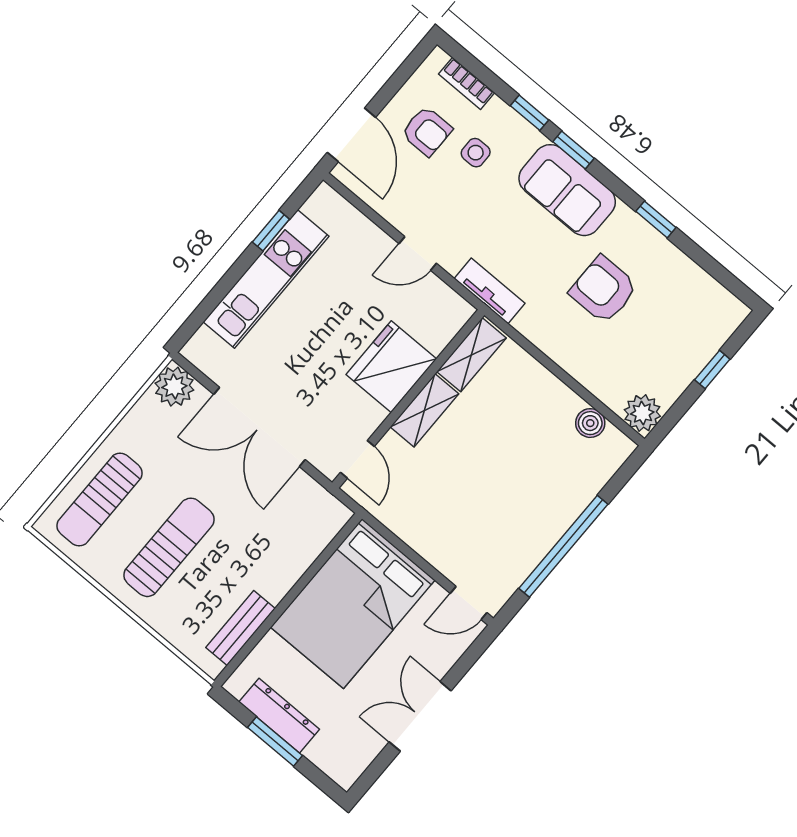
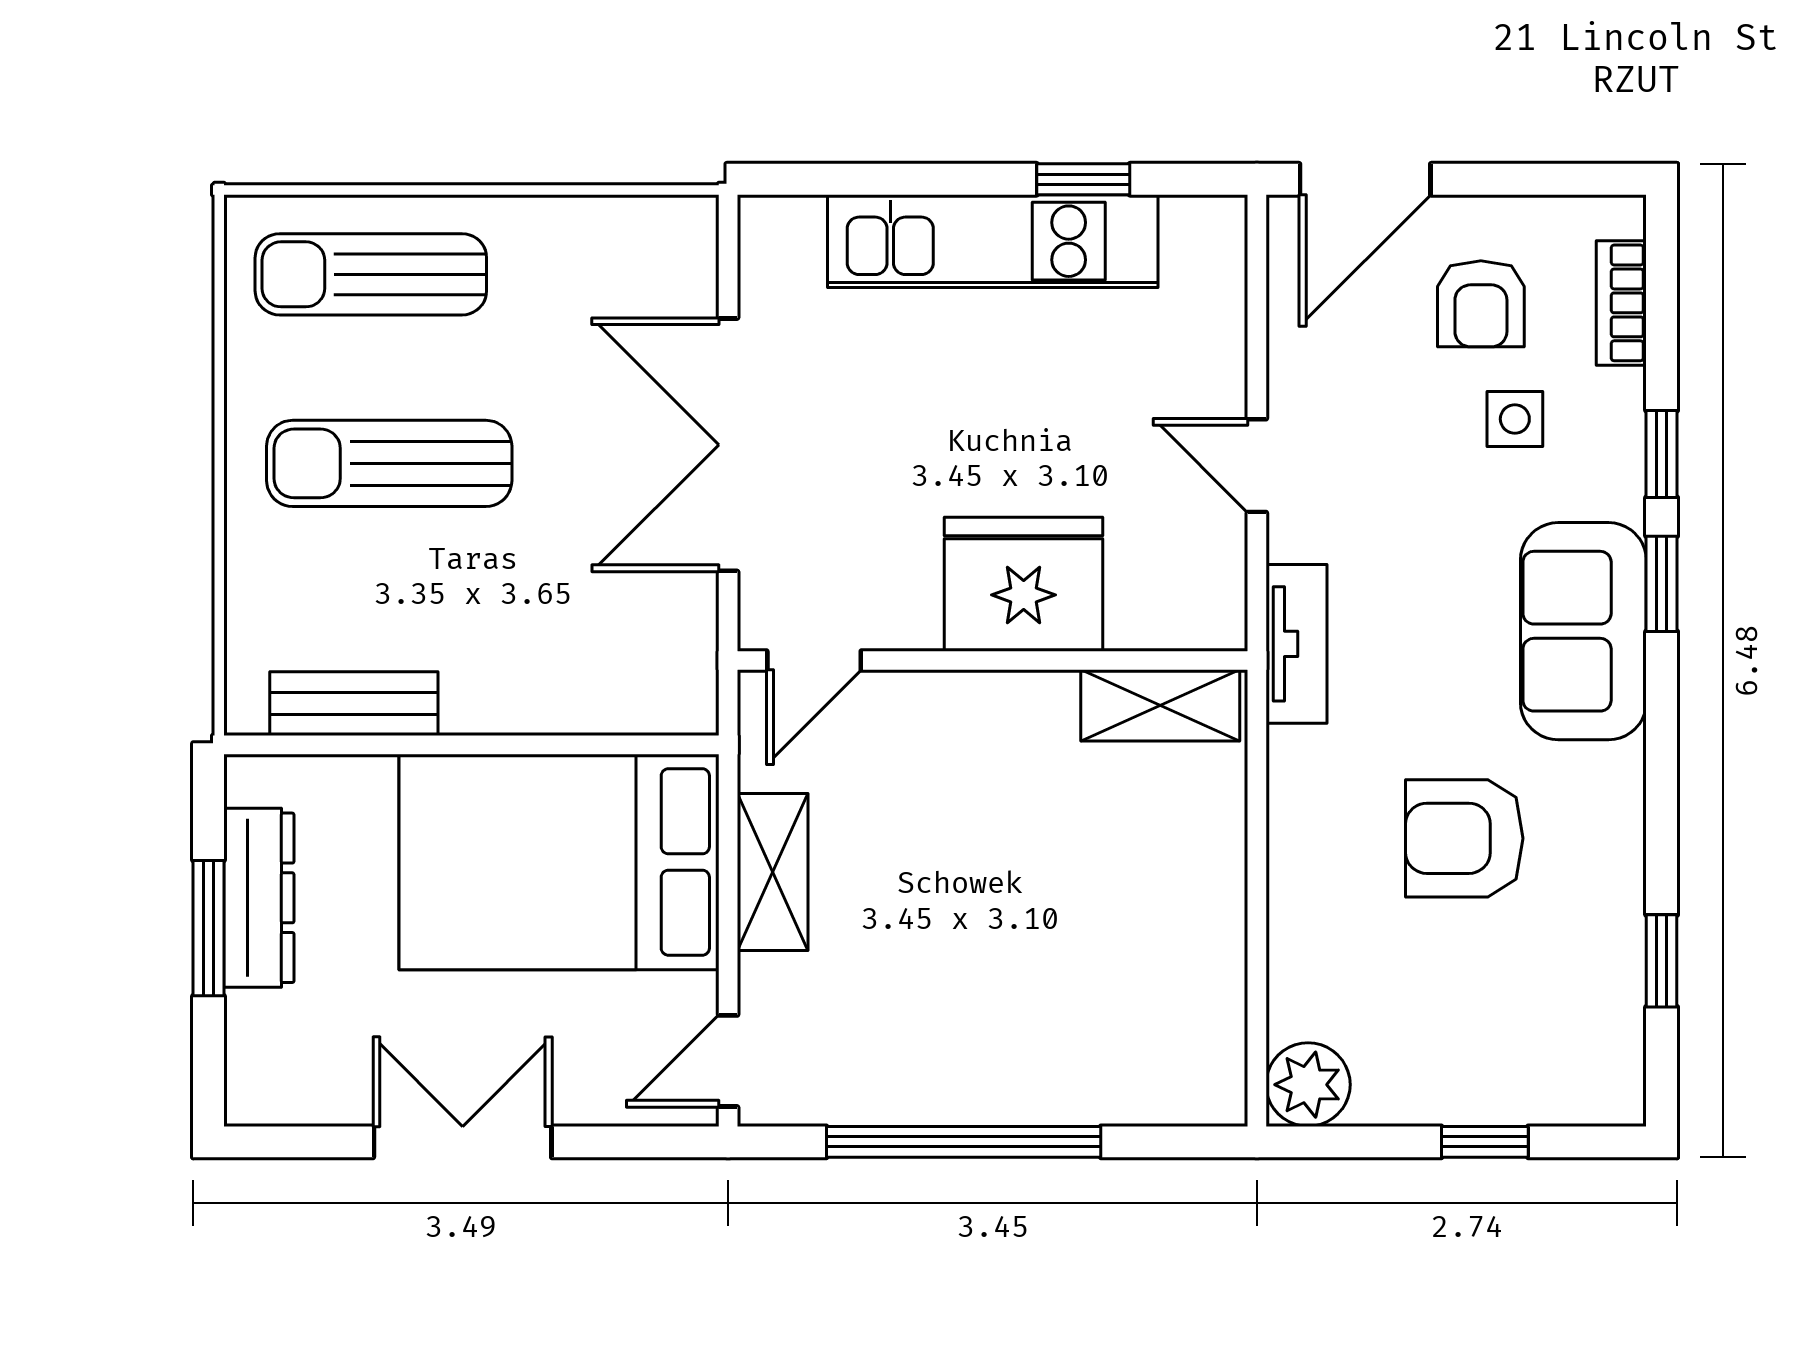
window: (656, 219) -> (1662, 961), moved
armchair: (603, 290) -> (1464, 838), turned -90
plant: (174, 387) -> (674, 239), removed
shelving: (424, 410) -> (773, 872), moved, turned 90
boiler: (590, 423) -> (1215, 1009), removed
sun lounger: (169, 547) -> (389, 463), turned 180
door: (469, 603) -> (728, 1061), hinge flipped

